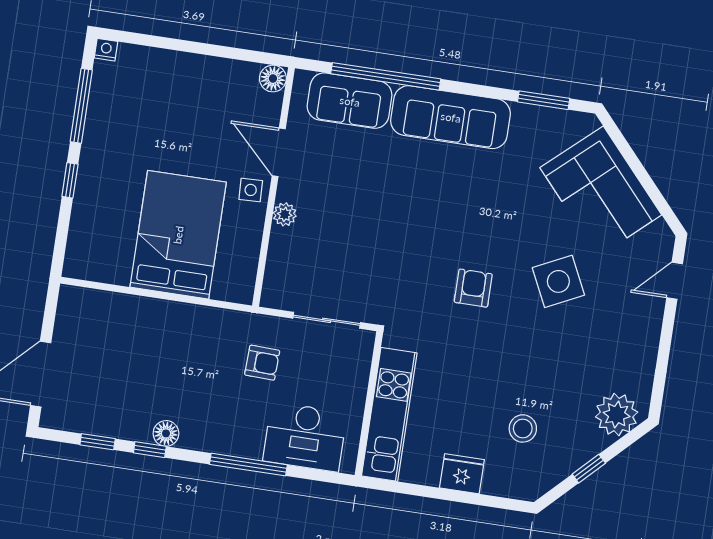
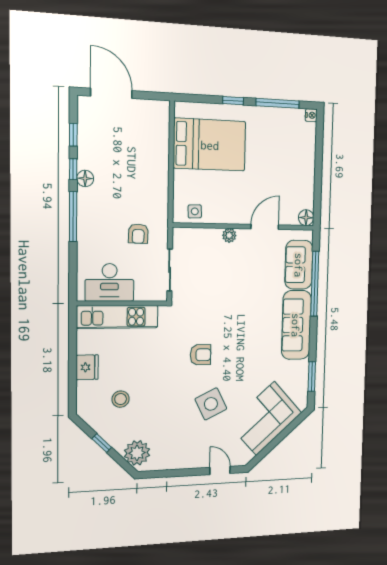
side table: (251, 190) -> (195, 211), moved
bed: (178, 235) -> (210, 145), moved
desk: (305, 437) -> (110, 282), moved, turned -90
window: (248, 465) -> (73, 217), moved

